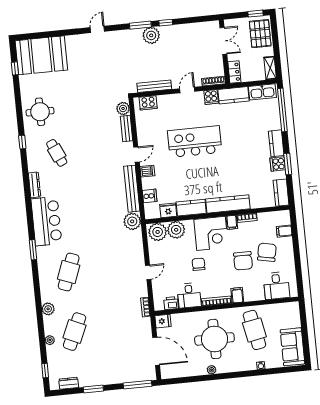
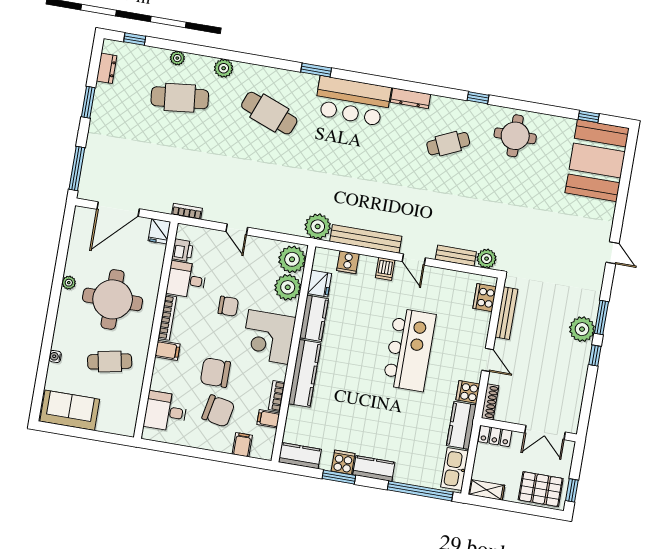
filing cabinet: (232, 222) -> (268, 419), moved
cafe table: (254, 330) -> (110, 361), width x0.73, depth x0.74
cafe table: (75, 332) -> (180, 98), turned -30

